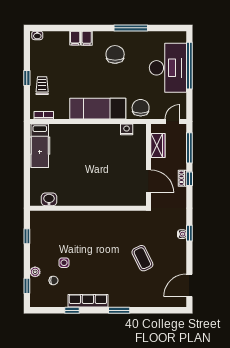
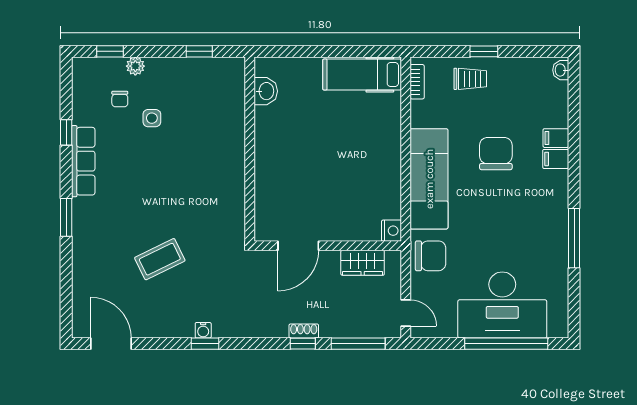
chair: (115, 54) -> (496, 154), moved, turned -89
wardrobe: (158, 145) -> (363, 263), moved
wall: (148, 165) -> (328, 246), moved
door: (148, 181) -> (298, 246), moved

